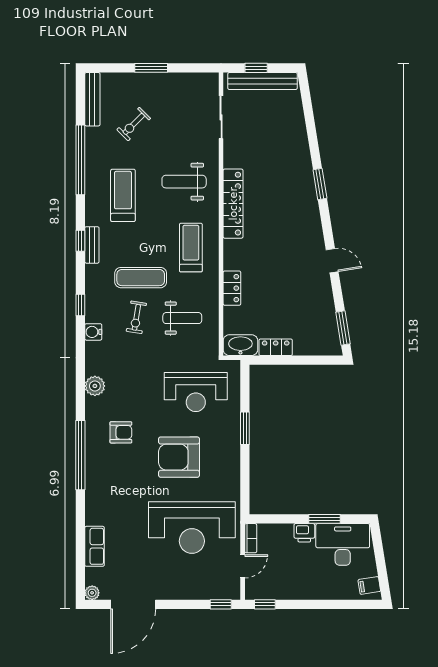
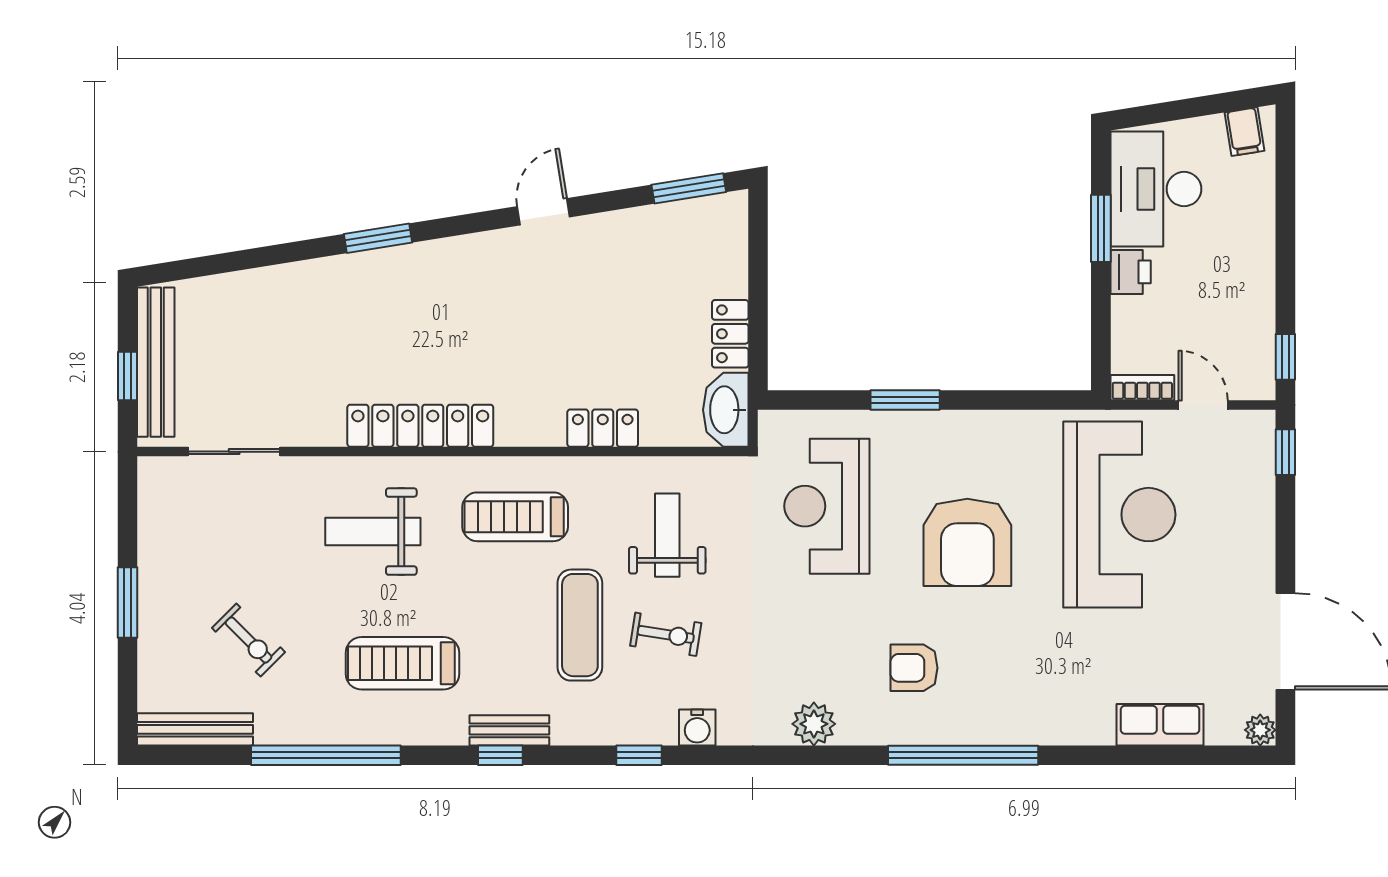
weight bench: (184, 182) -> (373, 532), turned 90
reception desk: (196, 392) -> (827, 506), turned 180
armchair: (121, 432) -> (914, 668), turned -90

